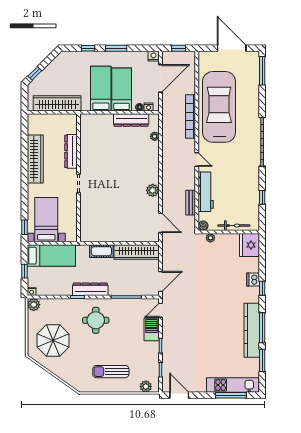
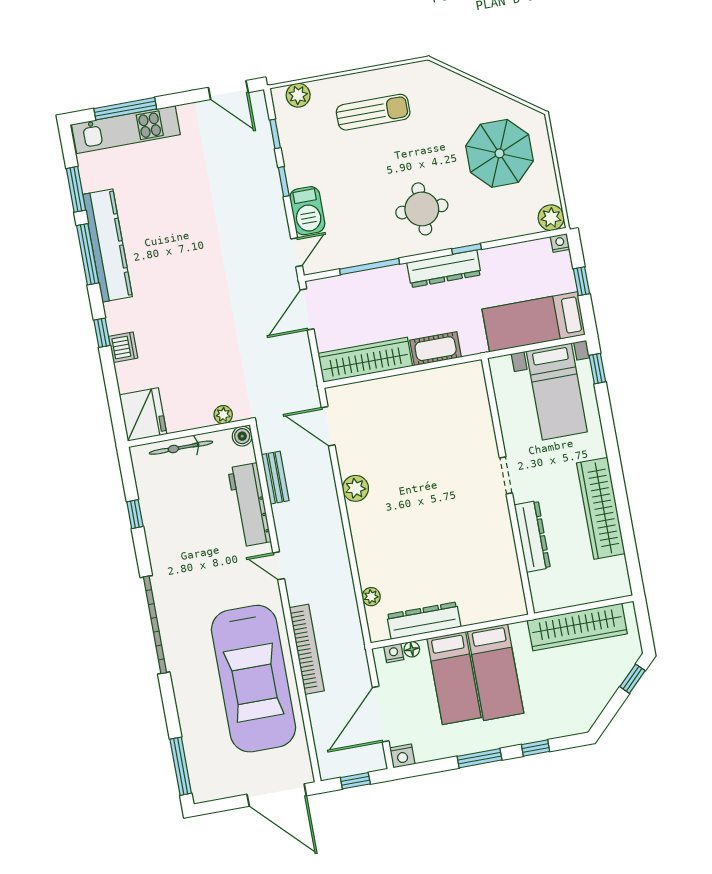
door: (232, 48) -> (277, 795), moved

